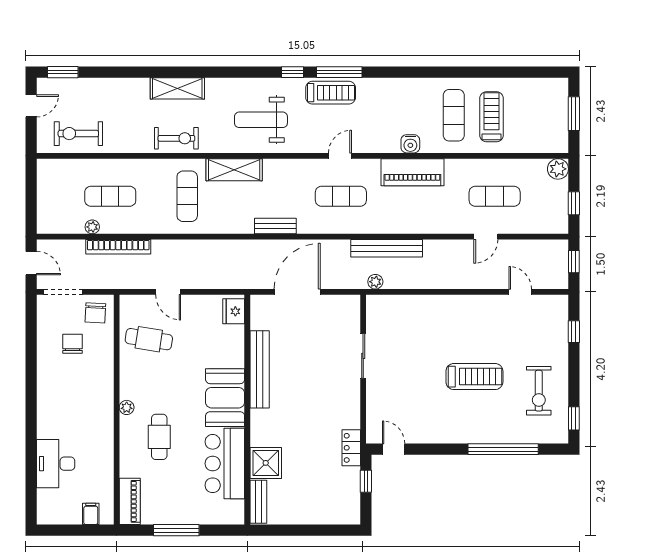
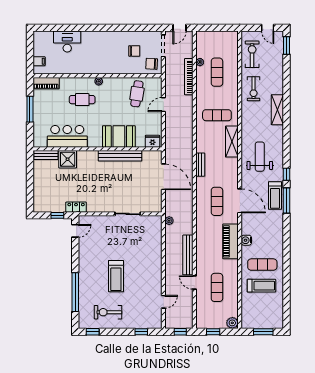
exercise bike: (176, 138) -> (254, 89), moved
door: (340, 156) -> (240, 201), width x1.88
bench: (387, 248) -> (188, 255), moved
booth: (225, 398) -> (119, 136), moved

